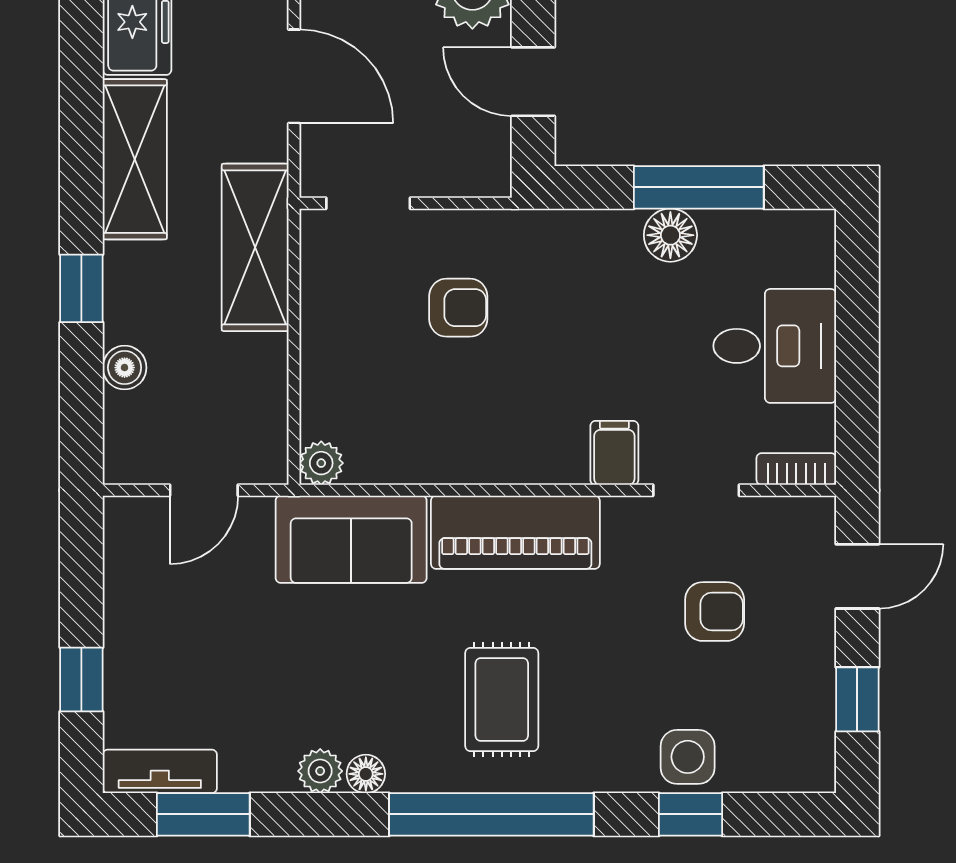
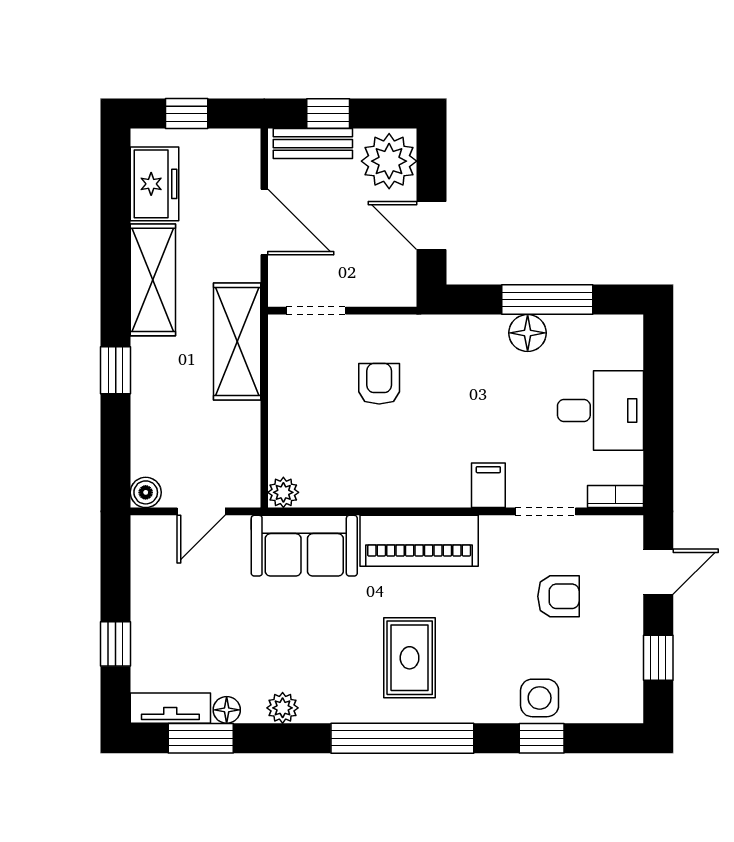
armchair: (458, 308) -> (379, 384), turned -90
boiler: (125, 368) -> (146, 492), moved
floor lamp: (366, 774) -> (227, 710), moved

